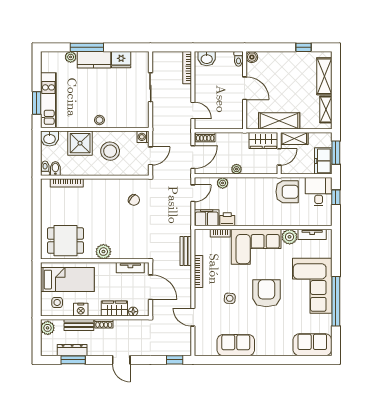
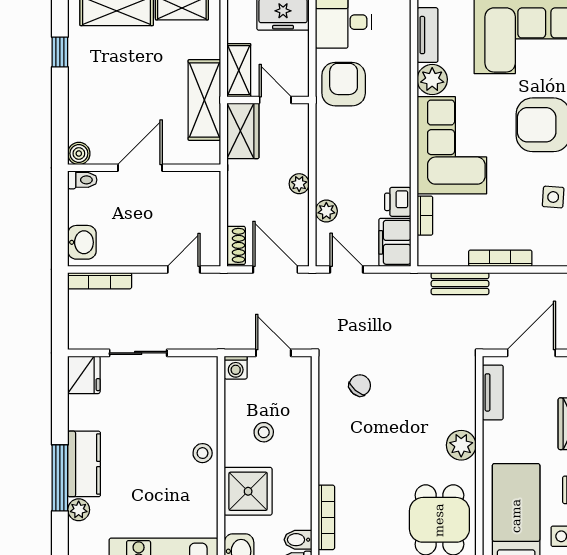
fridge: (121, 60) -> (84, 375), moved
stool: (110, 151) -> (264, 432), width x0.53, depth x0.53

